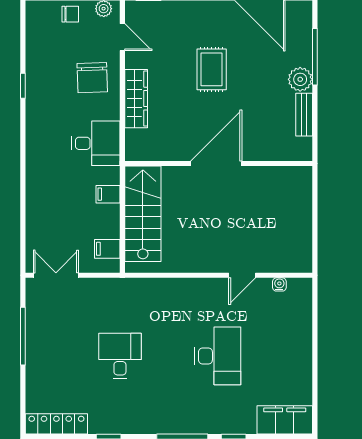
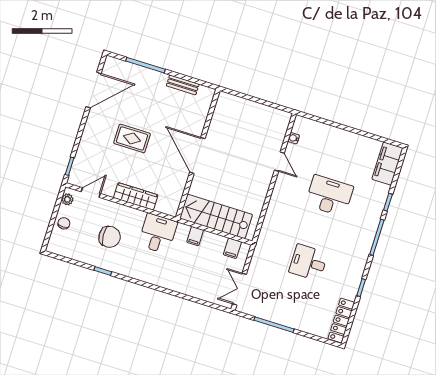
chair: (92, 78) -> (110, 237), moved
plant: (300, 79) -> (158, 80), removed

